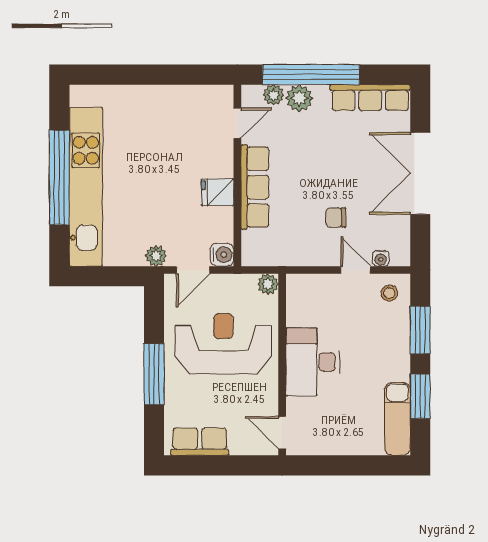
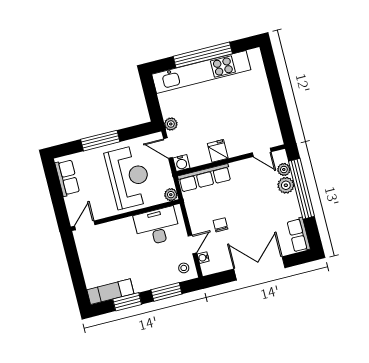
row of seats: (370, 98) -> (299, 235), width x0.68
row of seats: (255, 187) -> (205, 178), moved
desk: (313, 362) -> (157, 226), moved

